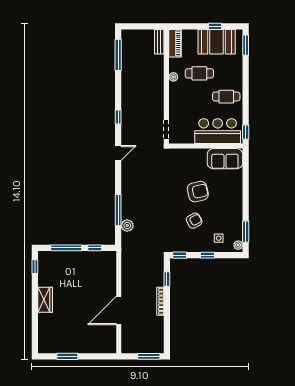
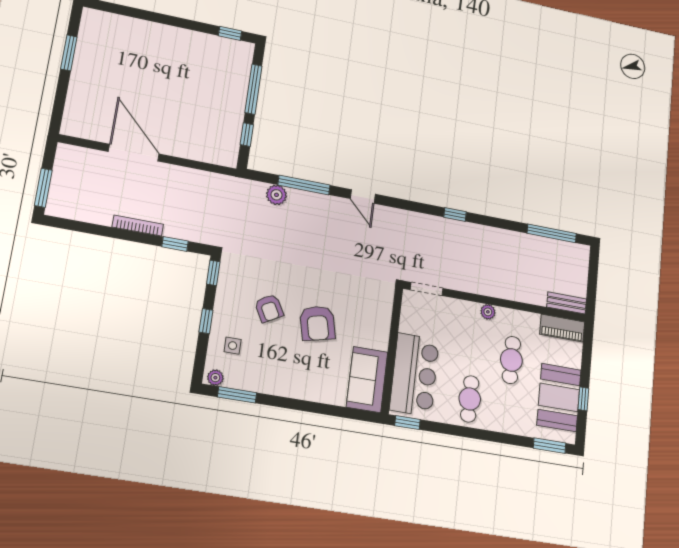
plant: (173, 77) -> (488, 312), moved
door: (118, 153) -> (363, 196), moved
wardrobe: (45, 300) -> (172, 38), removed

